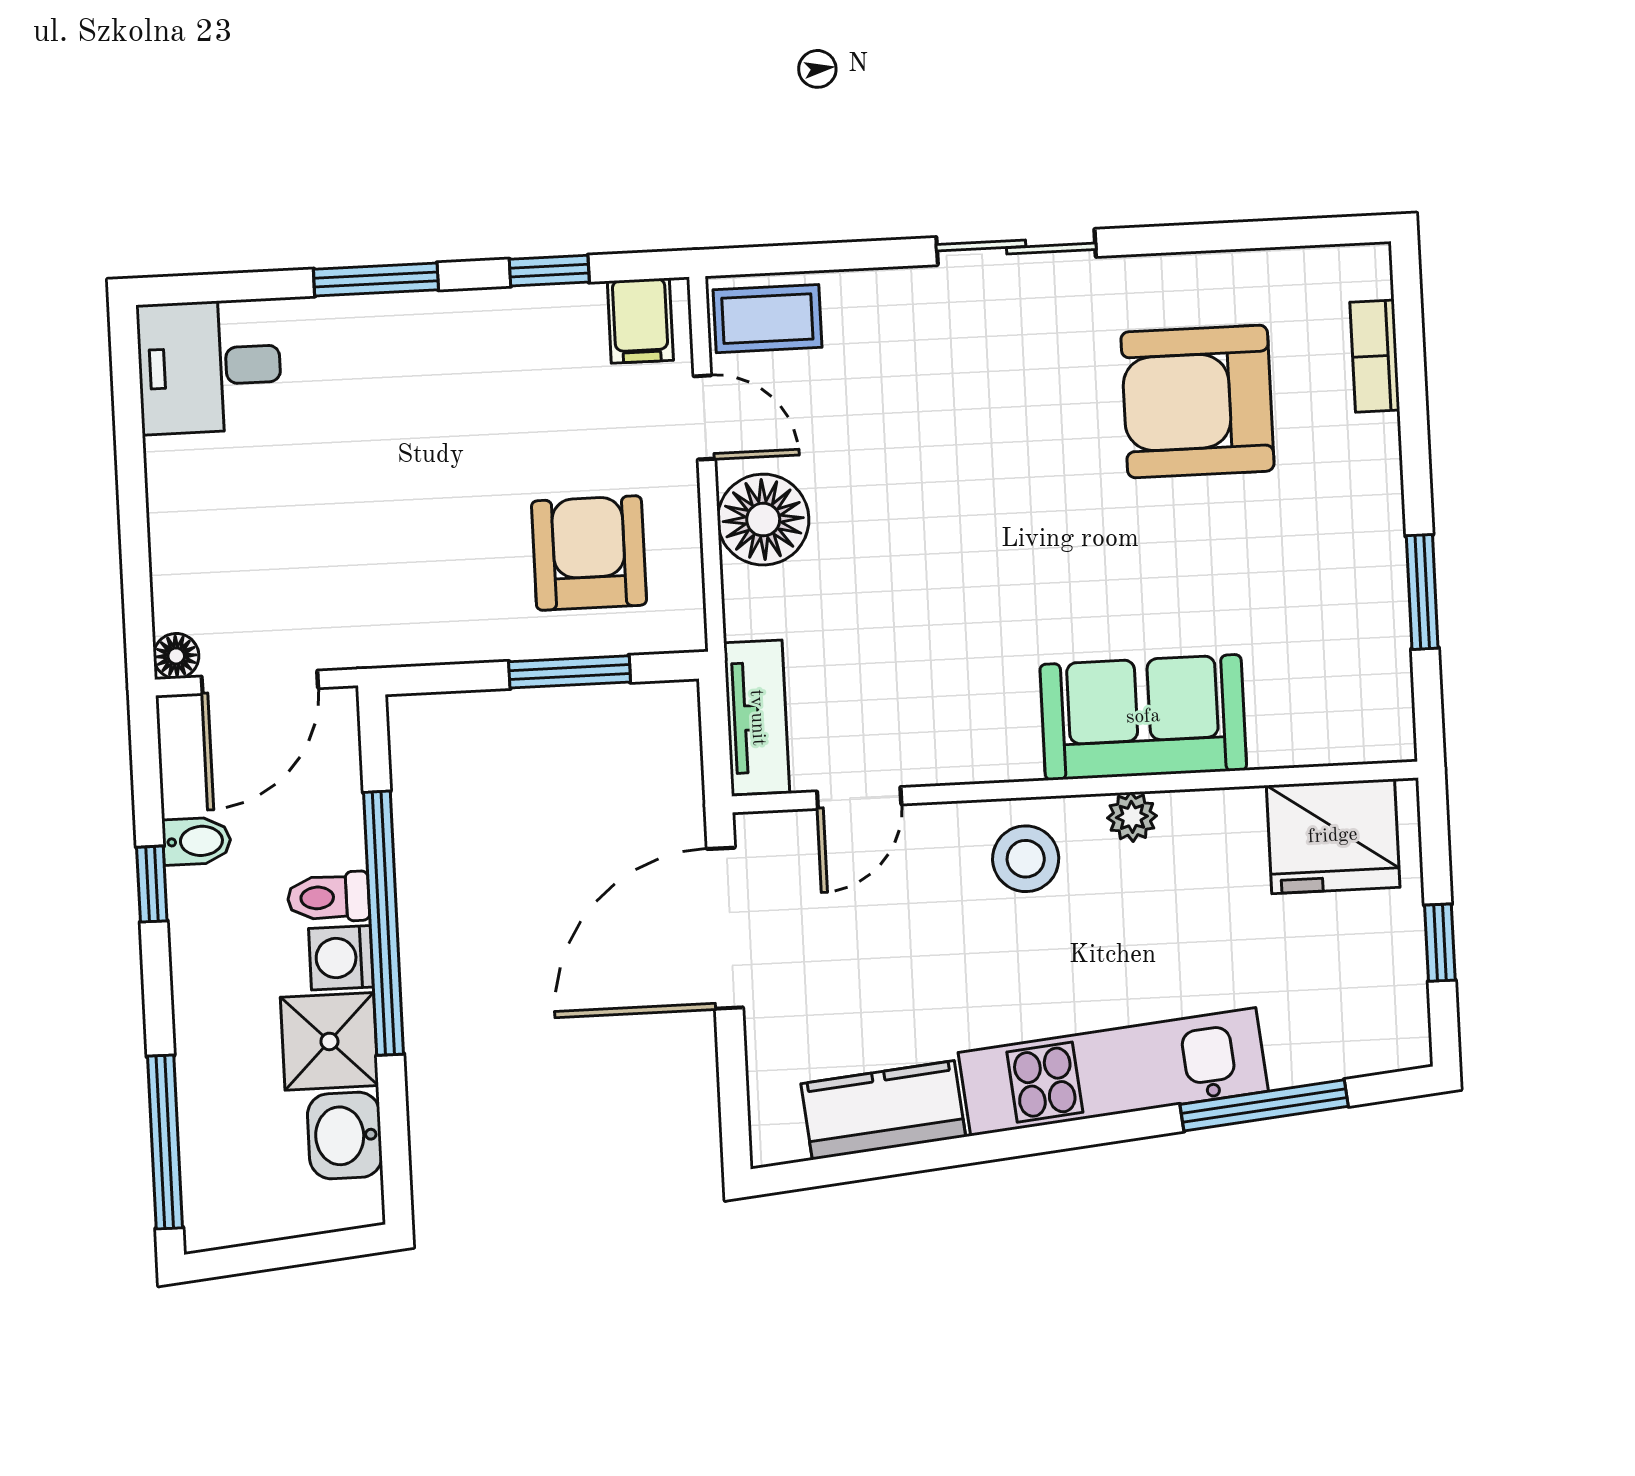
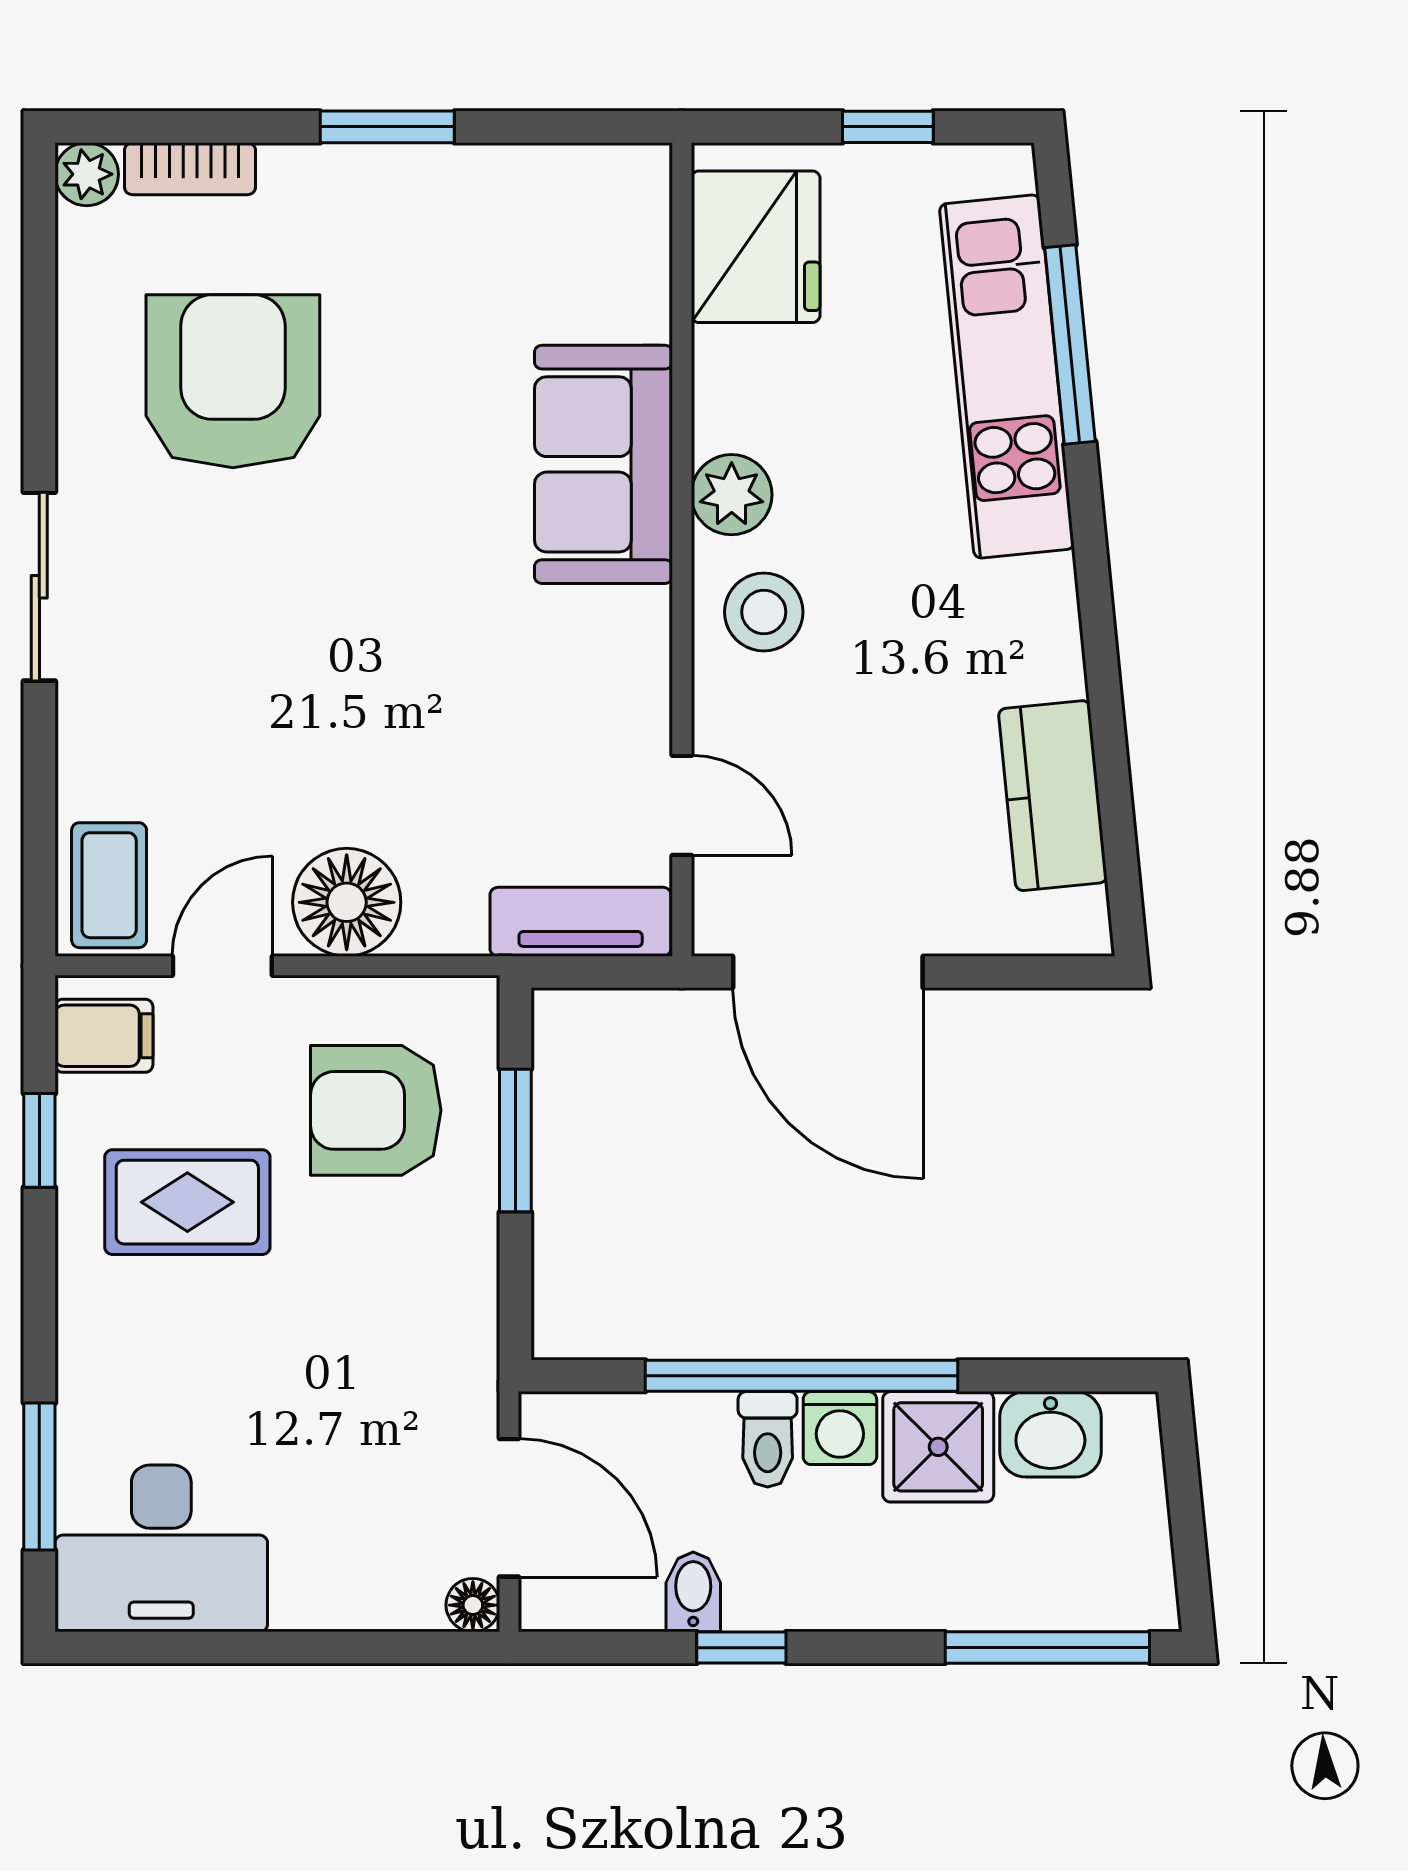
plant: (1366, 269) -> (87, 174), added
window: (376, 279) -> (39, 1476), moved
desk: (209, 367) -> (161, 1548), width x1.37
rug: (504, 398) -> (187, 1202), added
armchair: (1197, 401) -> (233, 381), turned 180
window: (1422, 592) -> (387, 127), moved
plant: (1132, 817) -> (732, 495), width x1.38, depth x1.38
kitchen unit: (1113, 1072) -> (1007, 377), moved

